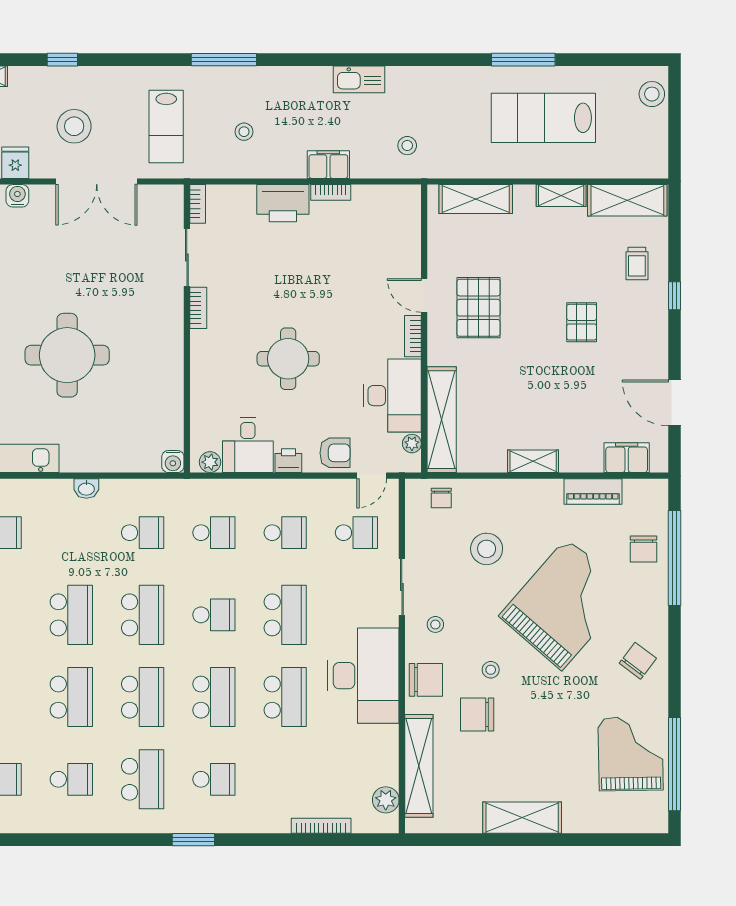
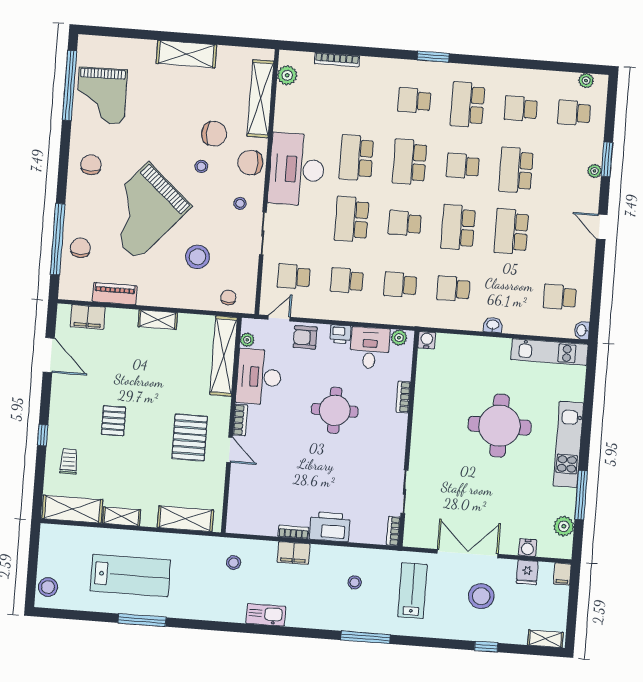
bookcase: (198, 308) -> (403, 397), moved
chair: (638, 661) -> (91, 165), turned 143
school desk: (143, 697) -> (463, 166), width x0.54

